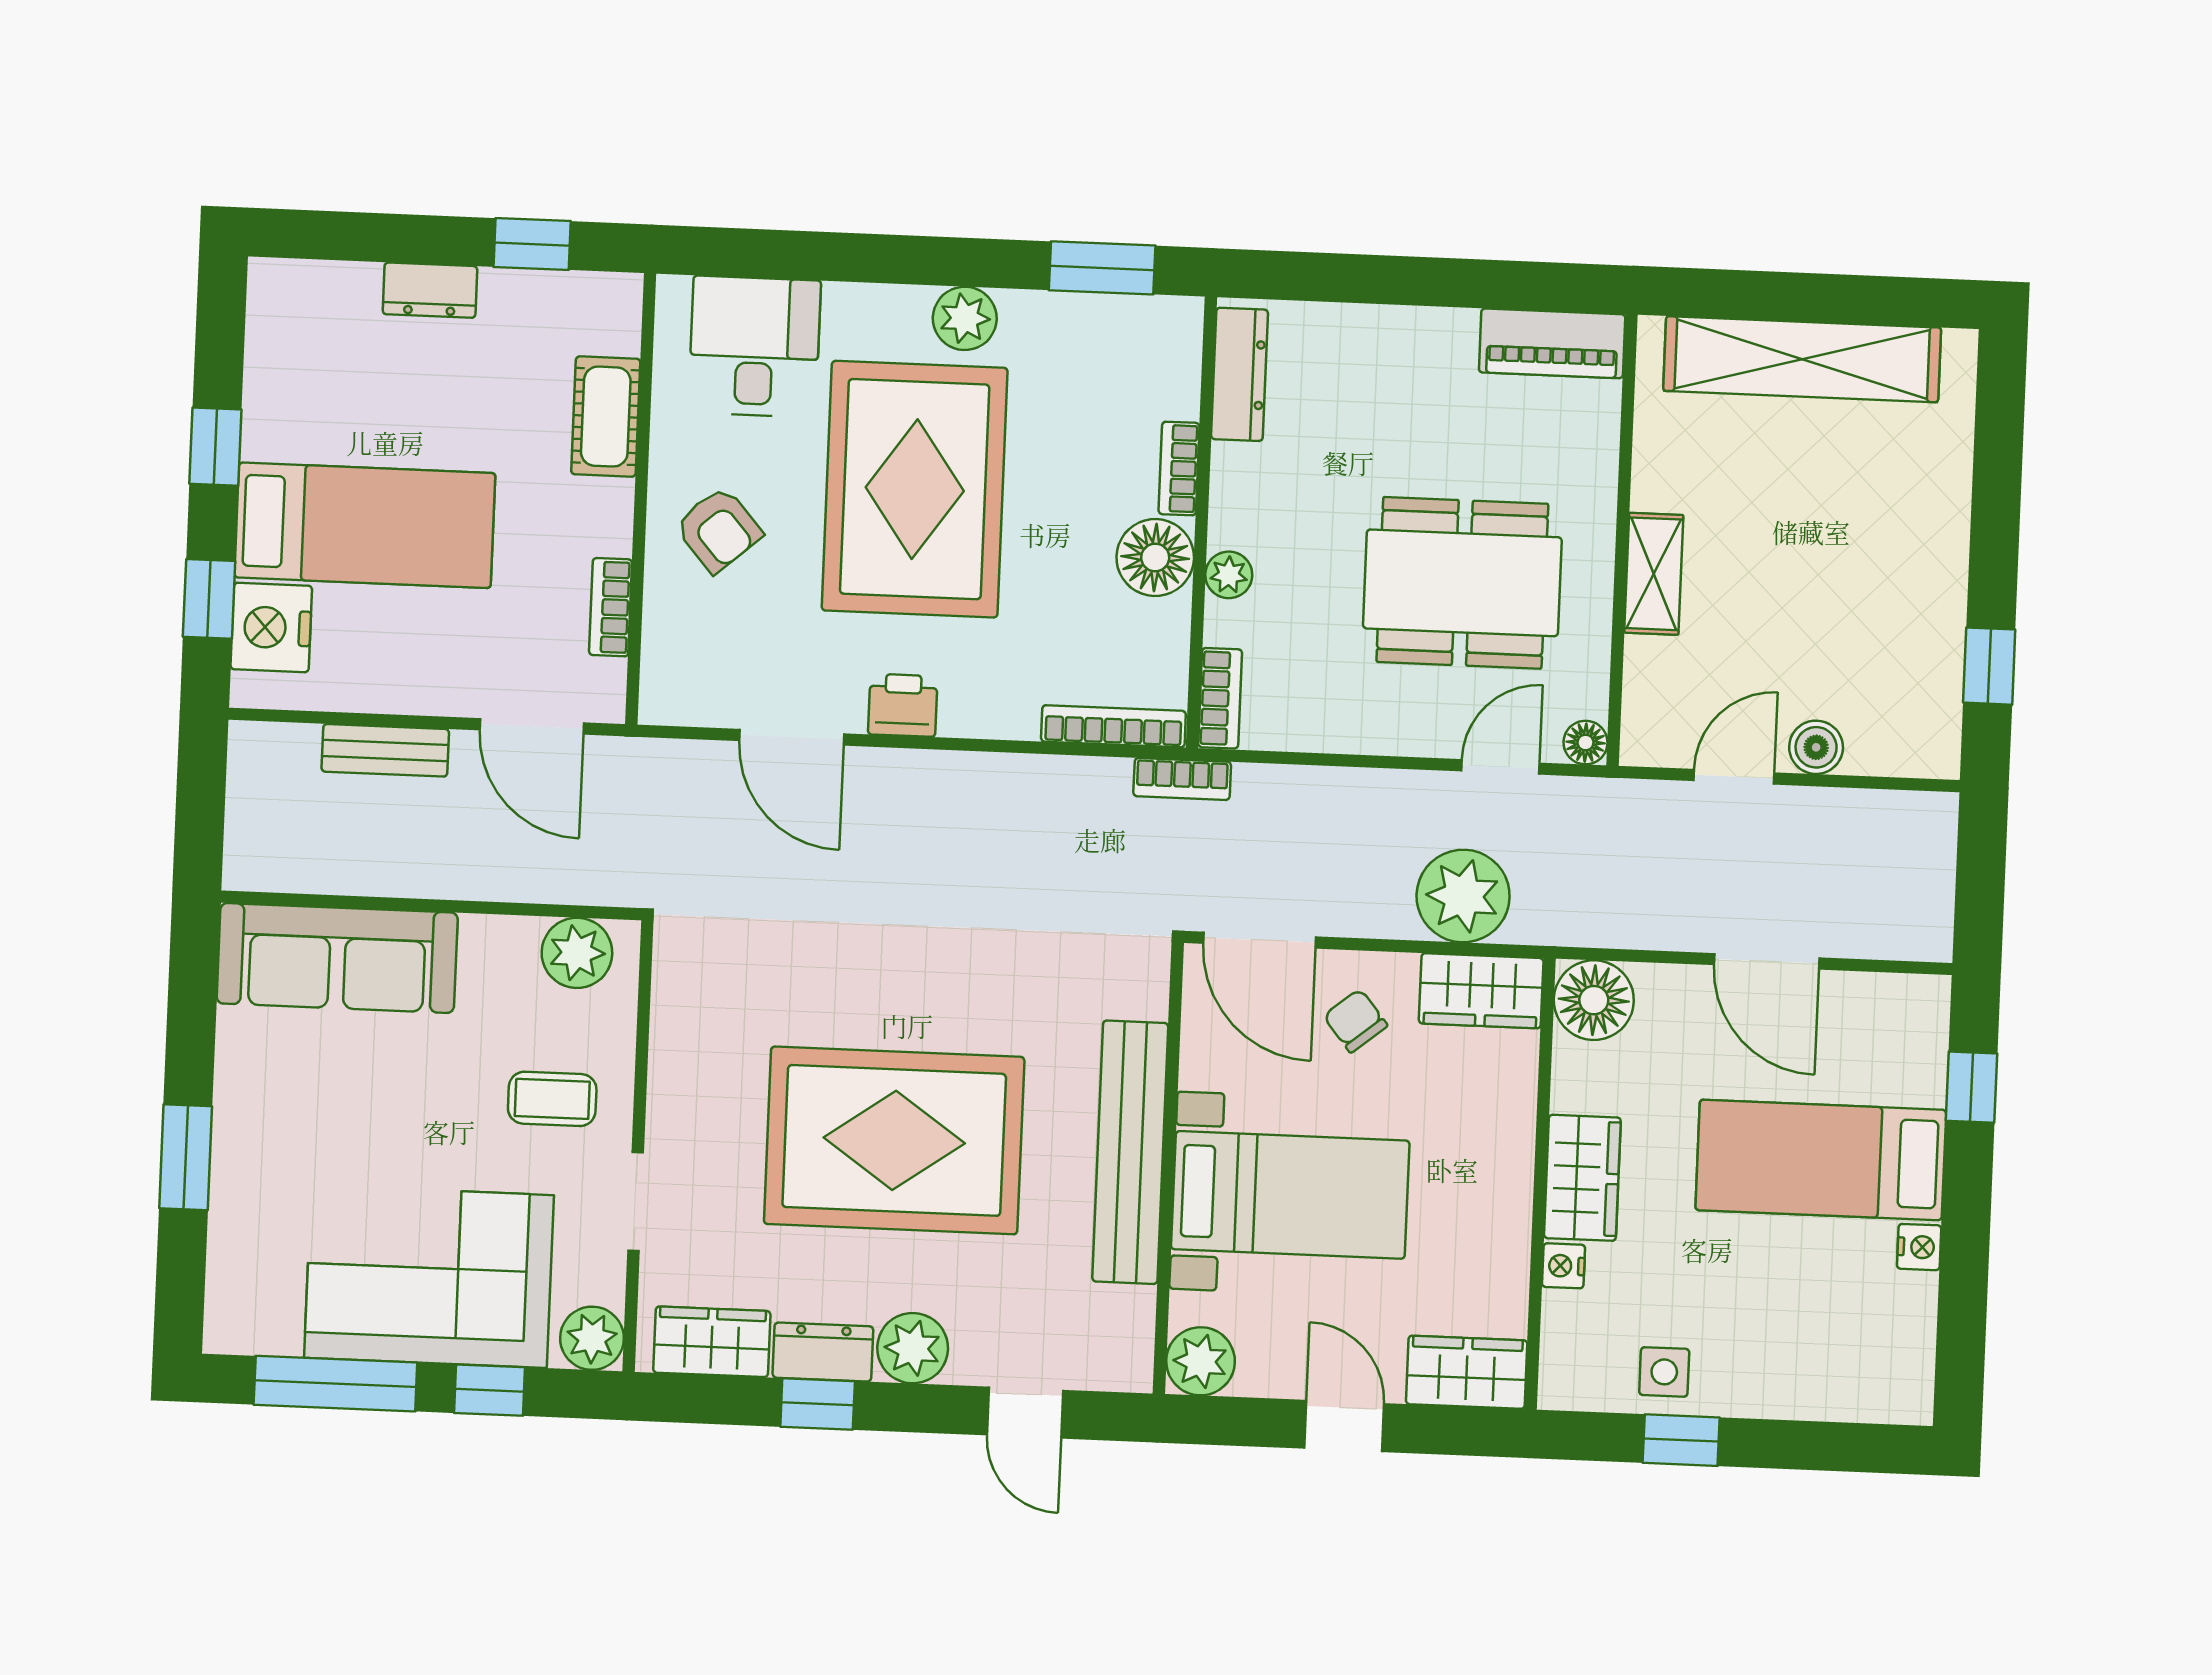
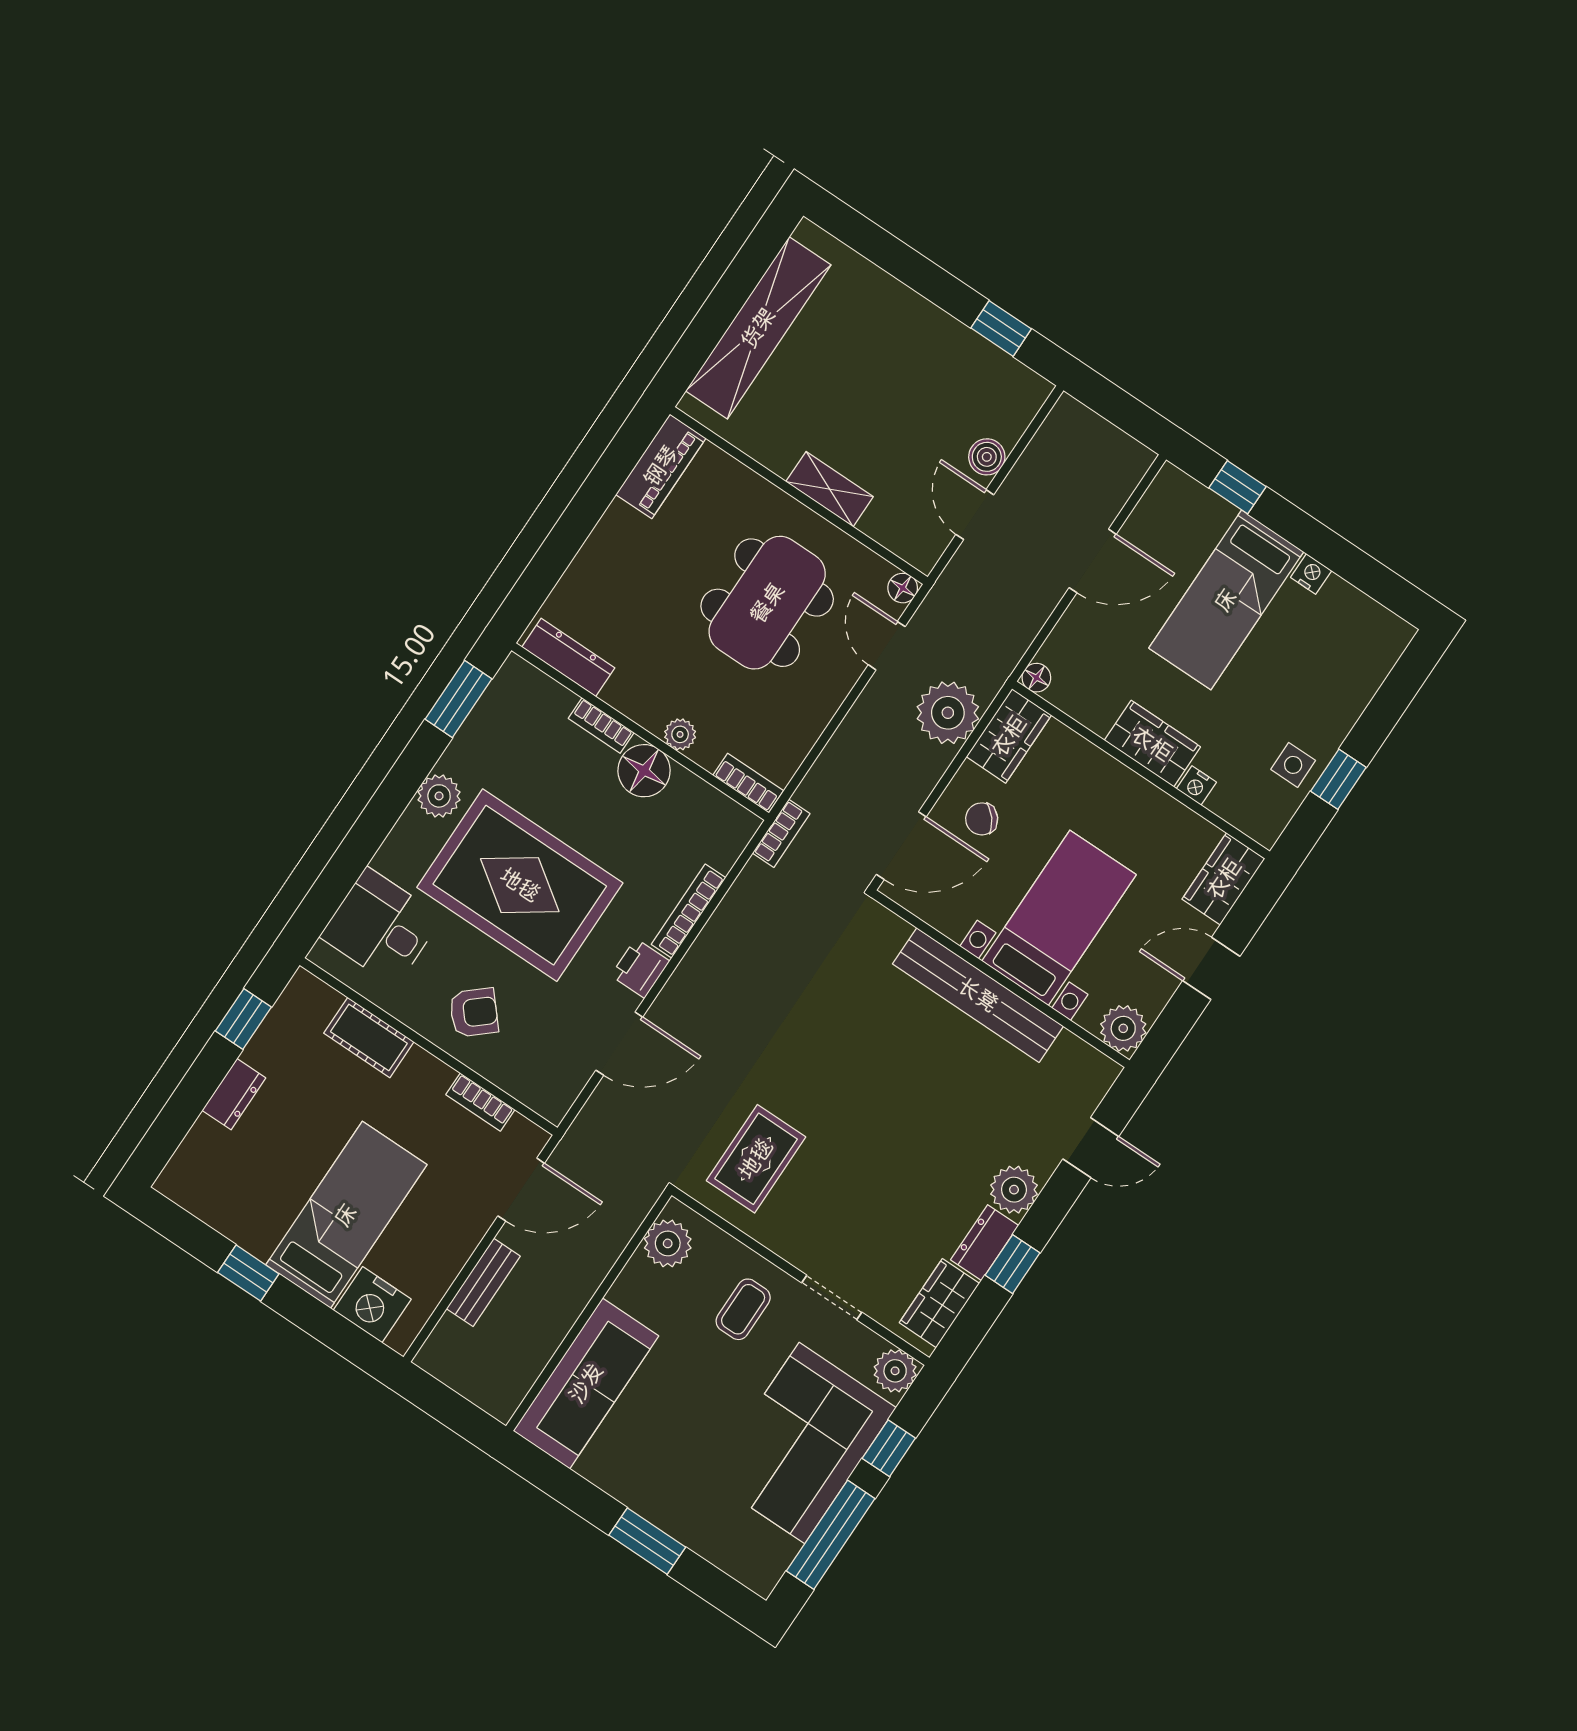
window: (209, 599) -> (334, 1330), removed
bookcase: (1113, 726) -> (688, 911), moved
floor lamp: (1594, 1000) -> (1036, 678), width x0.53, depth x0.53
rug: (894, 1140) -> (756, 1159), moved, width x0.54, depth x0.49

